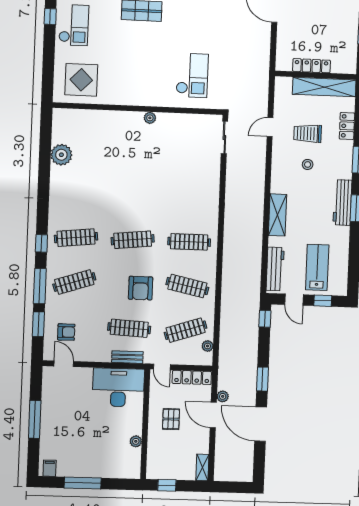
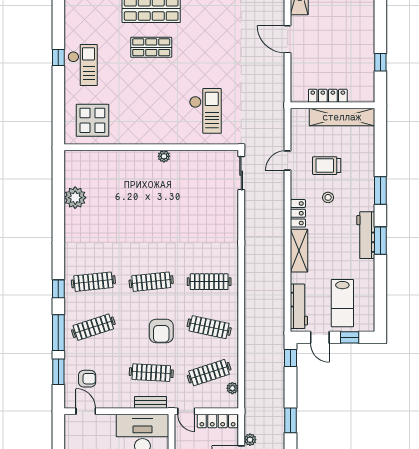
locker: (347, 126) -> (298, 213), moved, turned 180
lab bench: (317, 267) -> (342, 303), turned 180

